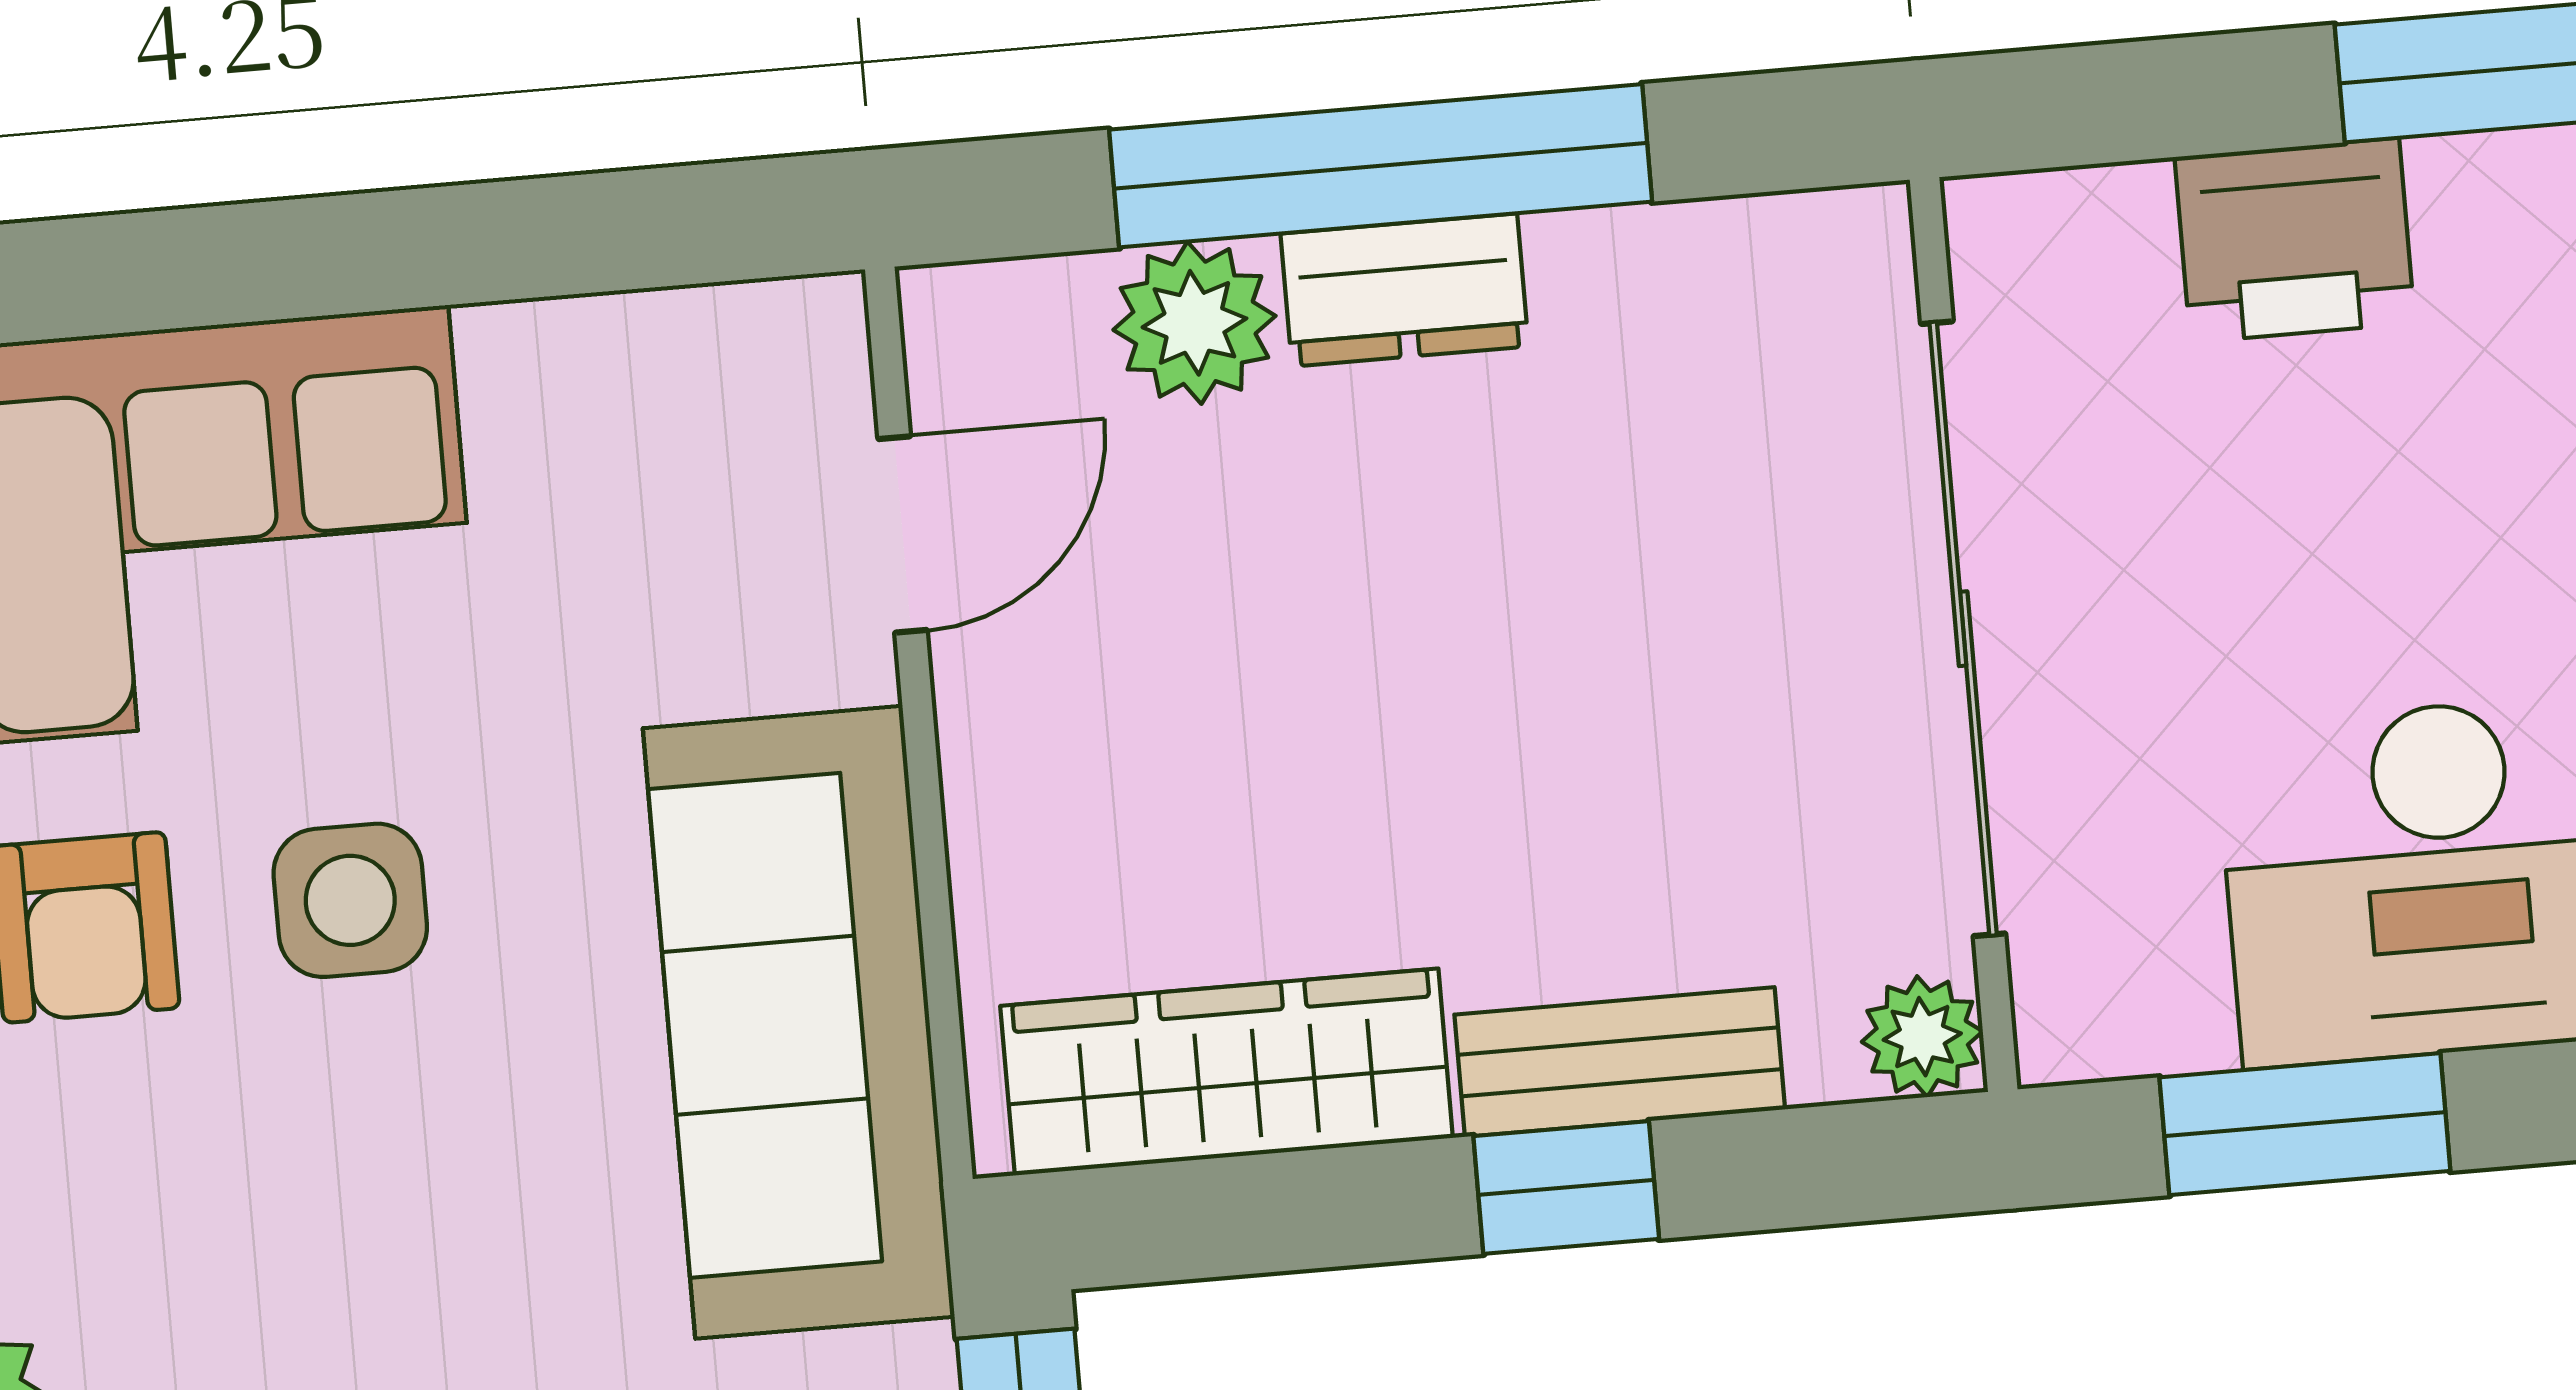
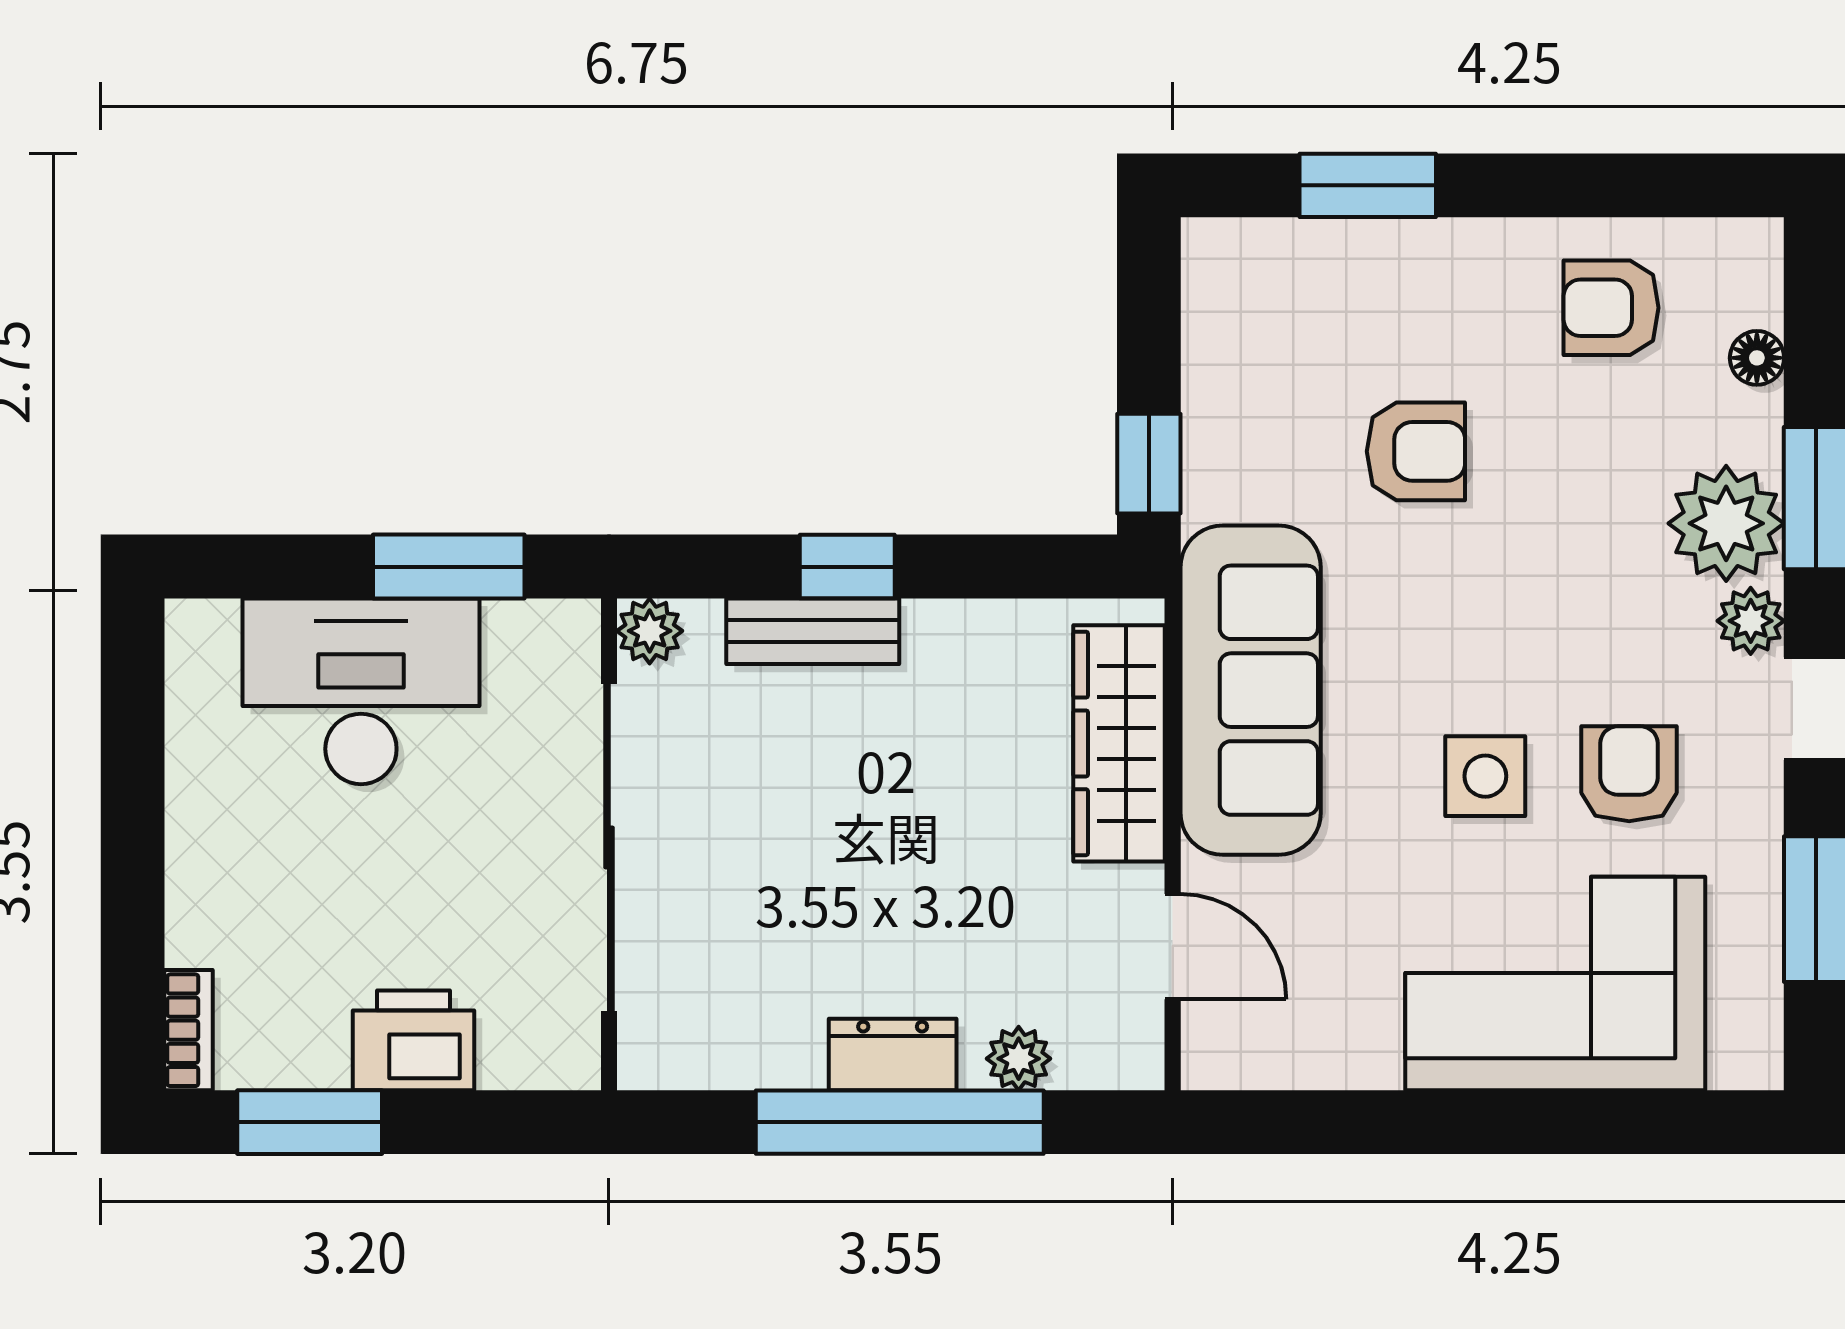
plant: (1194, 323) -> (1019, 1059), width x0.73, depth x0.73
door: (903, 535) -> (1173, 947), swing flipped
wardrobe: (1227, 1072) -> (1119, 743), moved, turned 90

